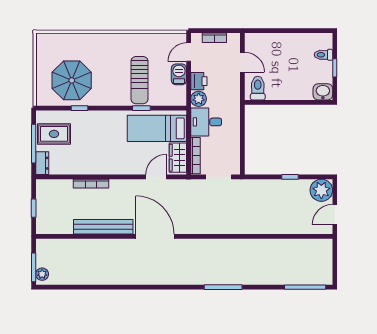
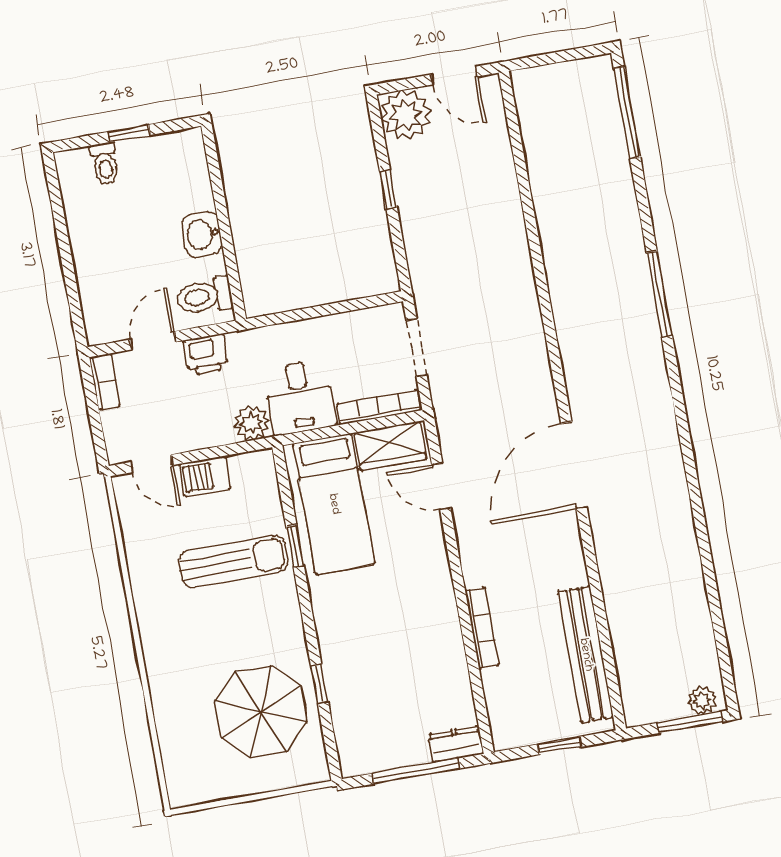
bookcase: (214, 38) -> (105, 382), moved
printer: (199, 81) -> (206, 354), moved, turned 180
washbasin: (323, 92) -> (202, 234), moved
rug: (54, 134) -> (386, 730), removed
bench: (103, 227) -> (586, 655), moved

